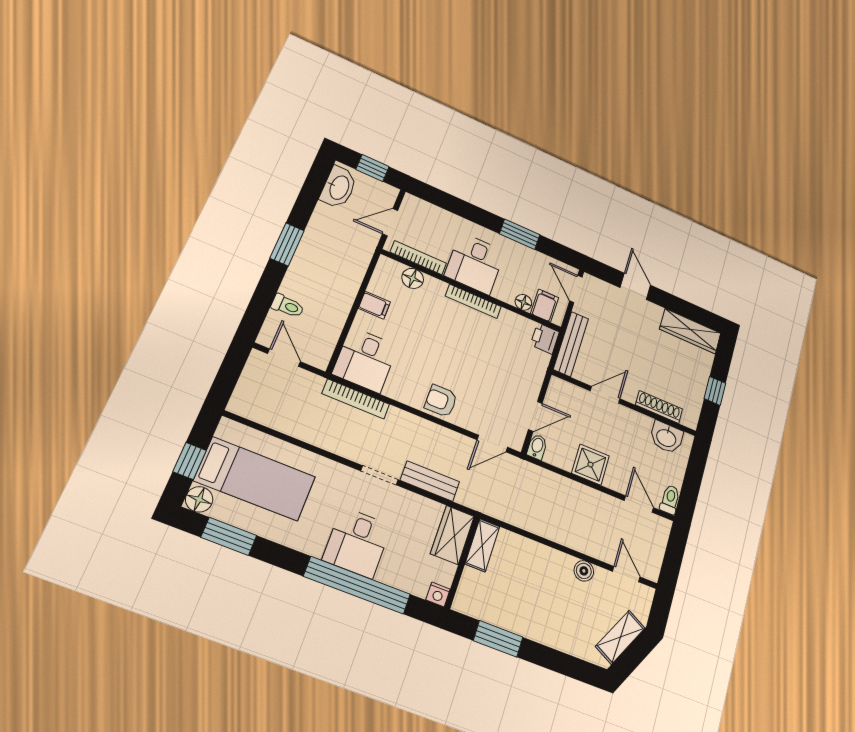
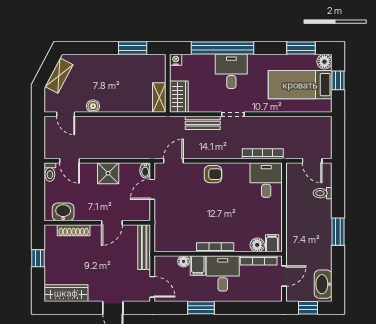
filing cabinet: (374, 305) -> (272, 243), moved, turned 90
filing cabinet: (545, 306) -> (198, 266), moved
printer: (545, 338) -> (162, 243), removed

